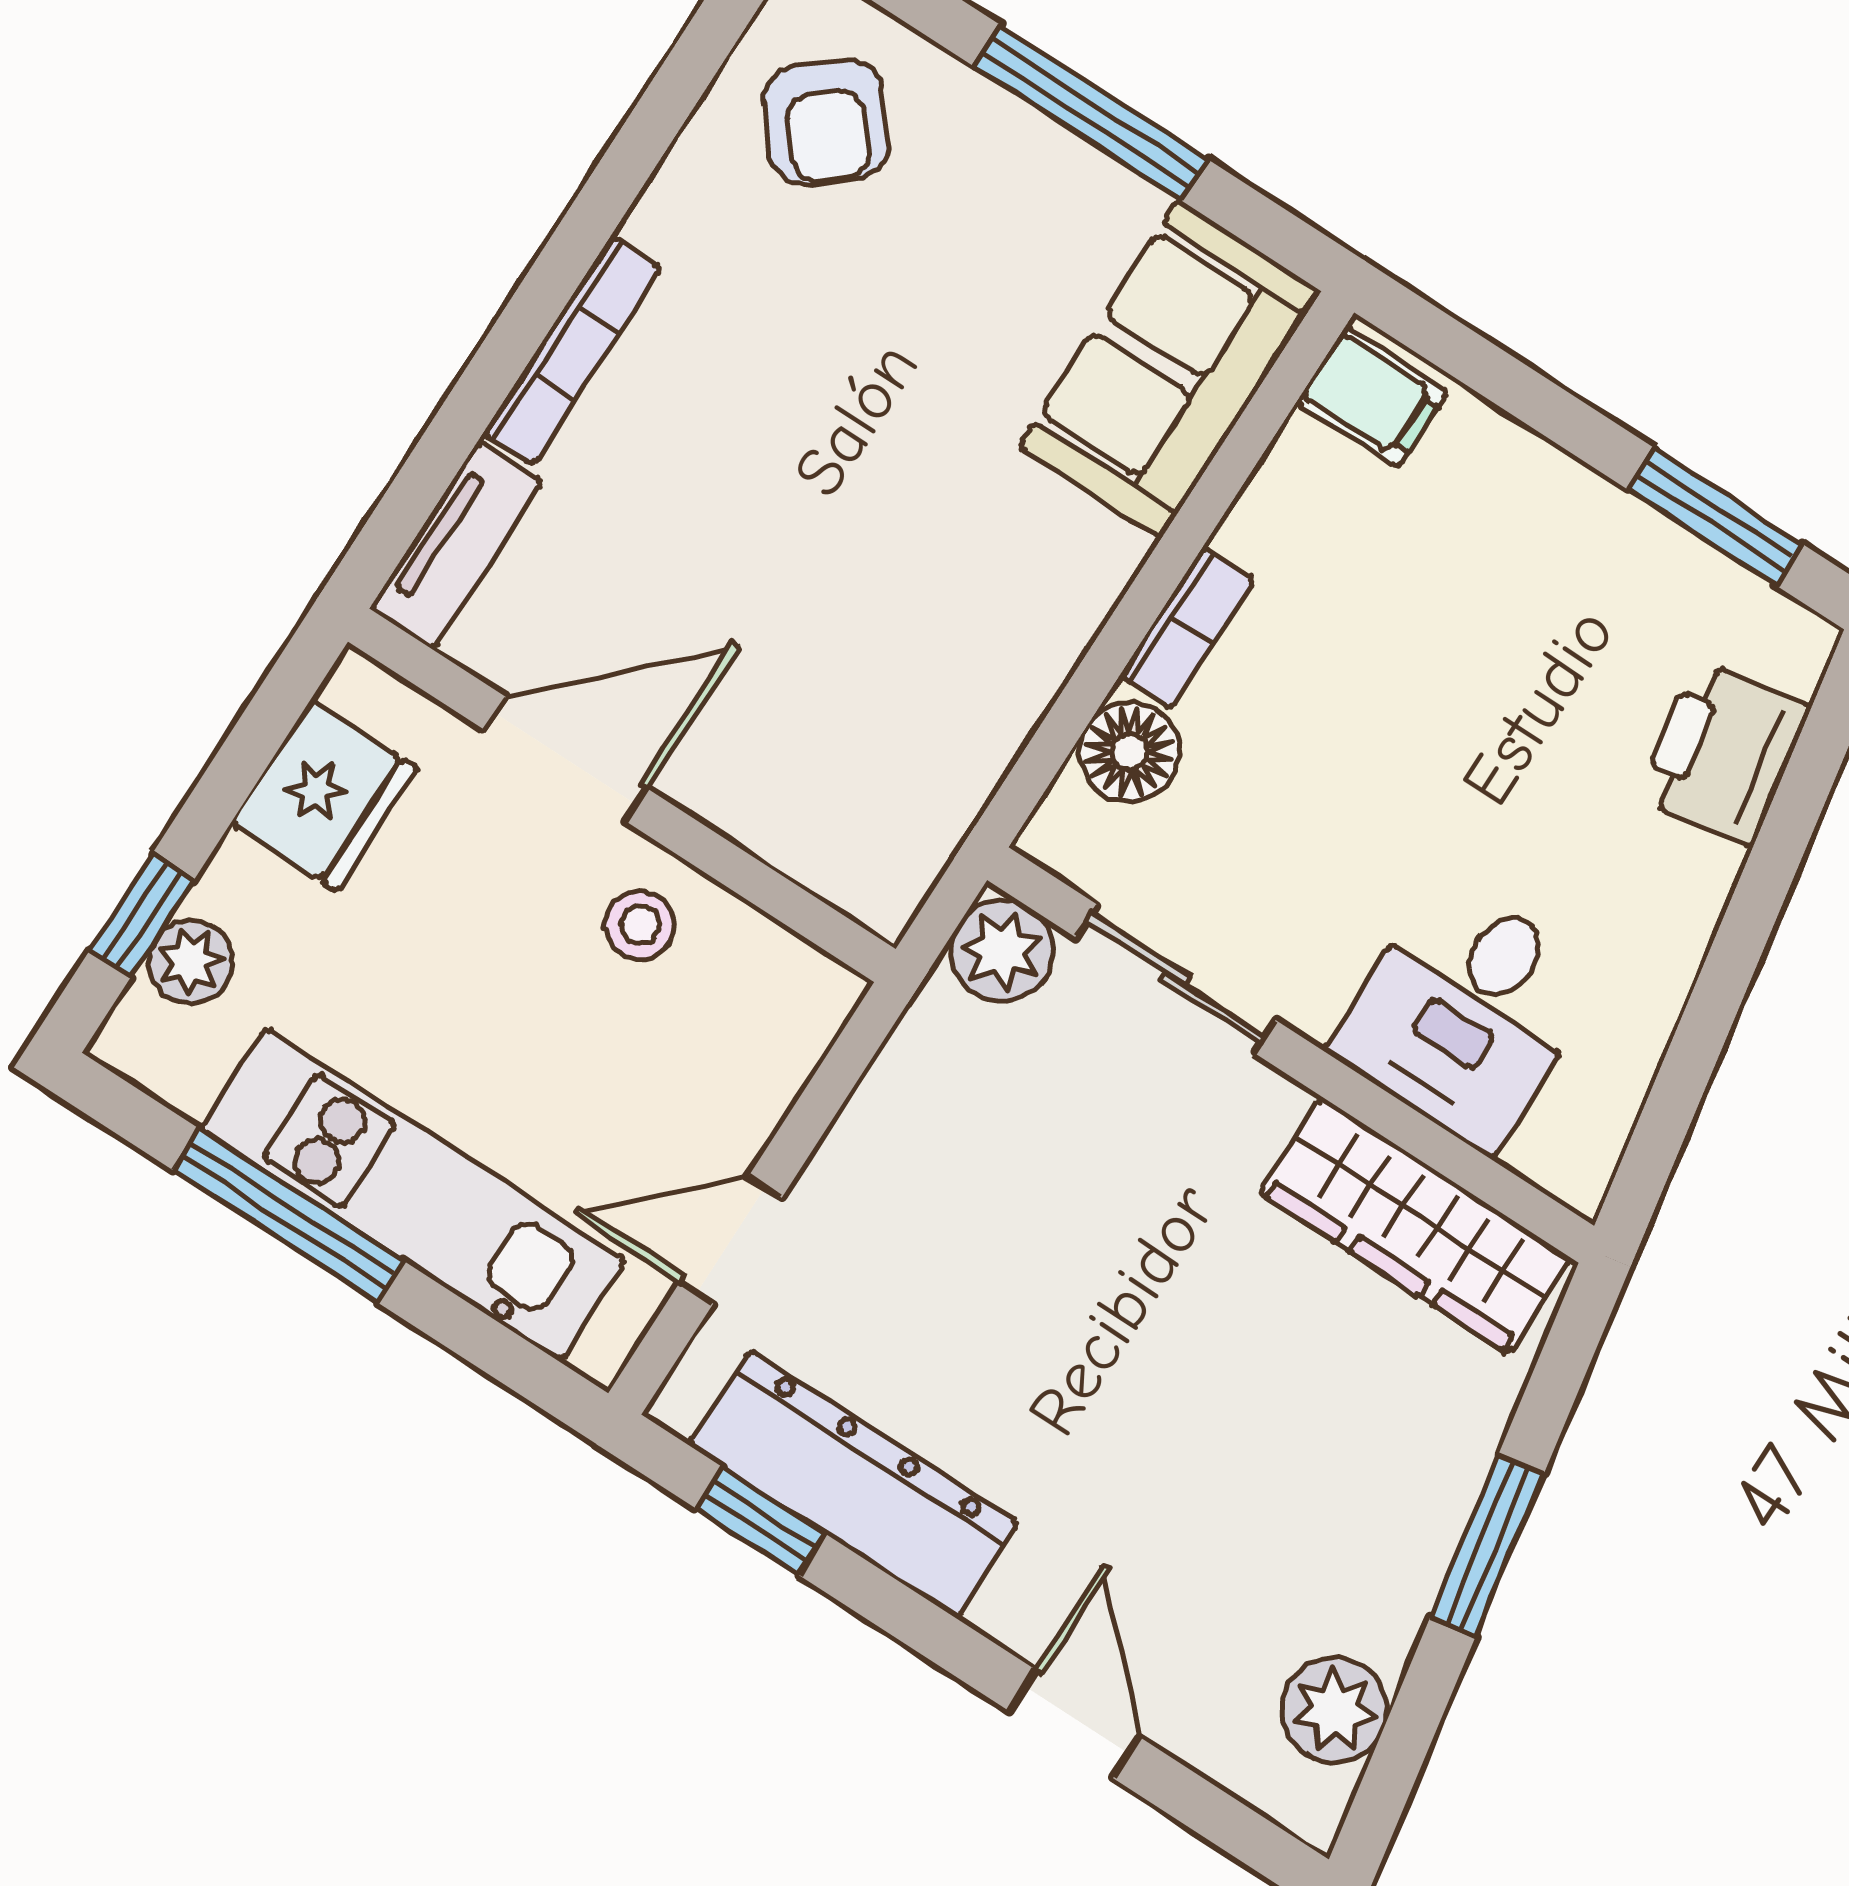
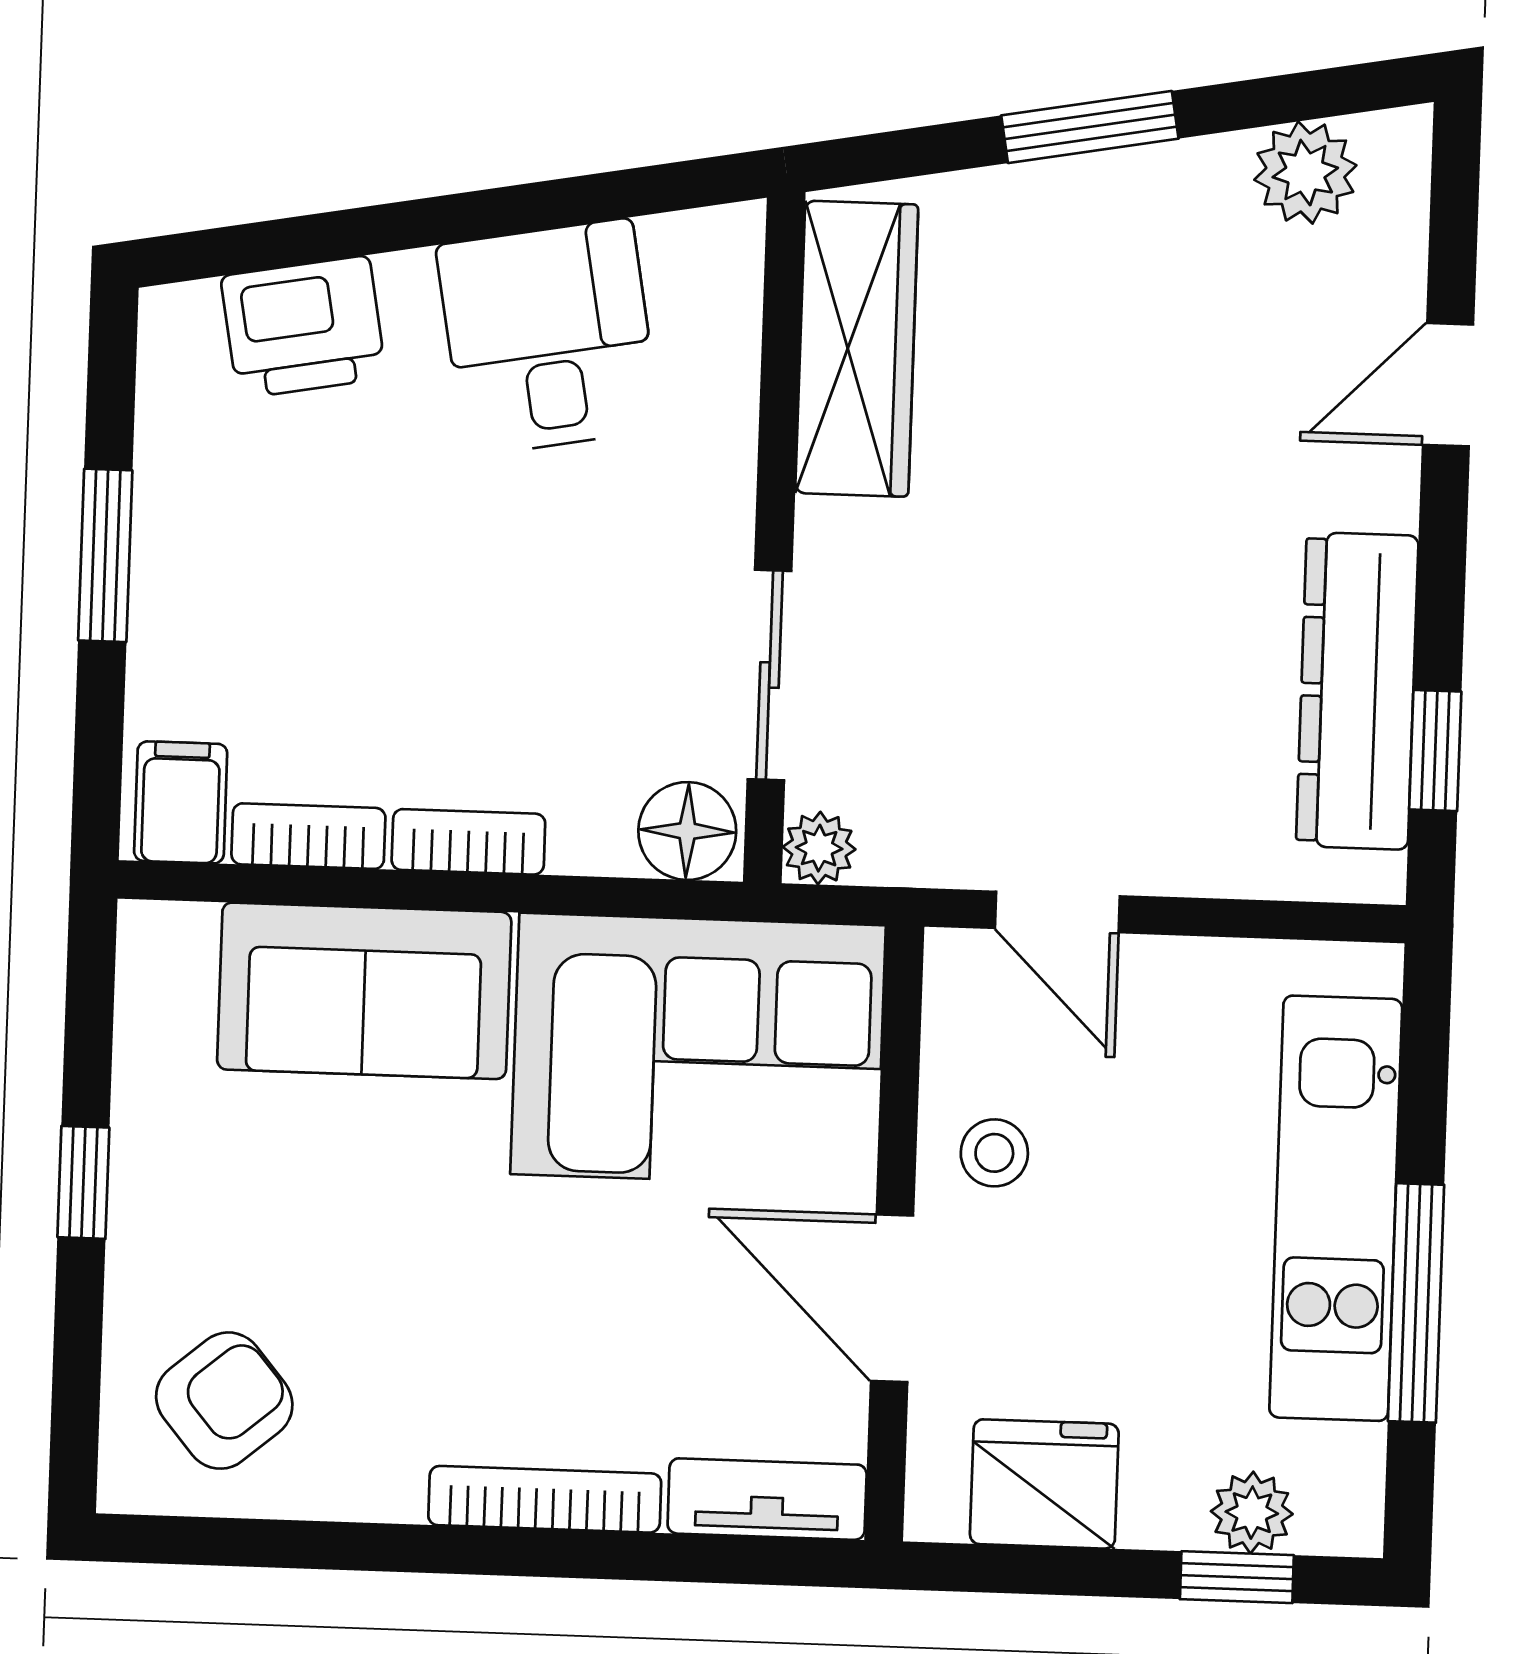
window: (1091, 113) -> (83, 1182), width x0.46
sofa: (1170, 369) -> (364, 991), moved
bookcase: (1276, 491) -> (308, 836), added
window: (1715, 517) -> (105, 555), moved
corner sofa: (885, 720) -> (698, 1050), added
floor lamp: (1129, 752) -> (687, 831), moved
plant: (1002, 951) -> (819, 848), width x0.73, depth x0.73
desk: (1467, 1013) -> (549, 337), moved, turned -100
door: (731, 1240) -> (1057, 912), moved

